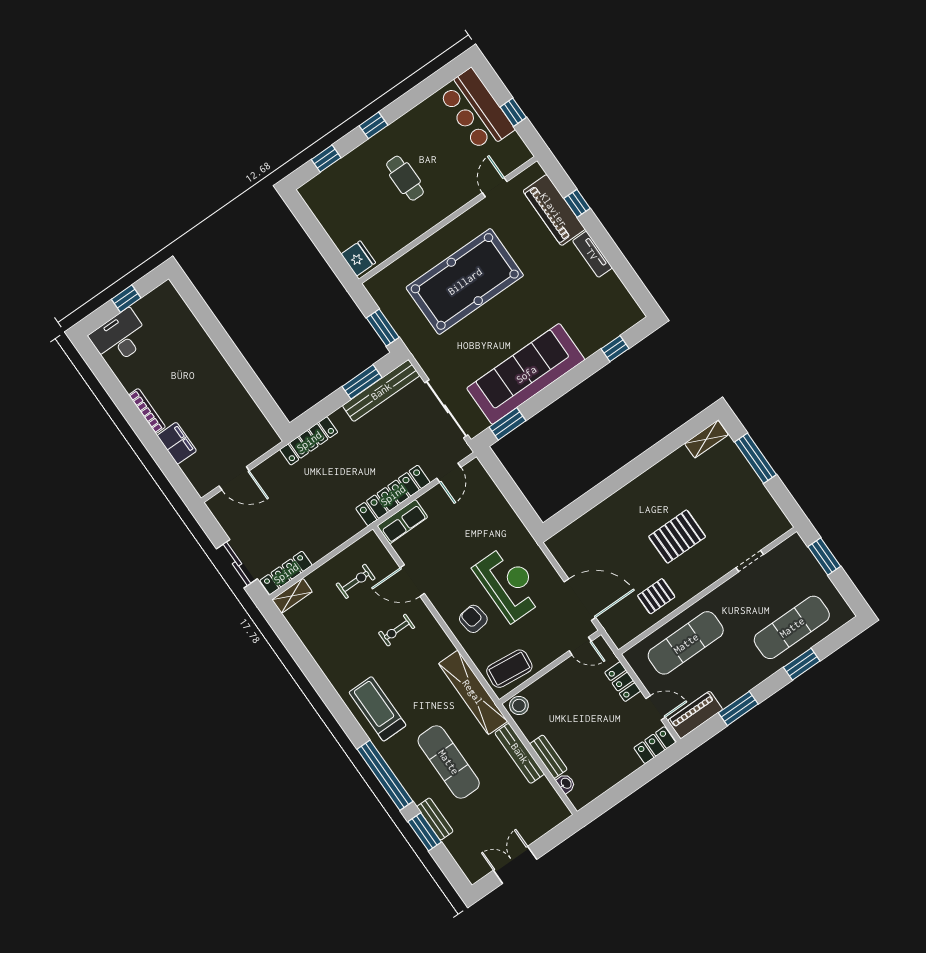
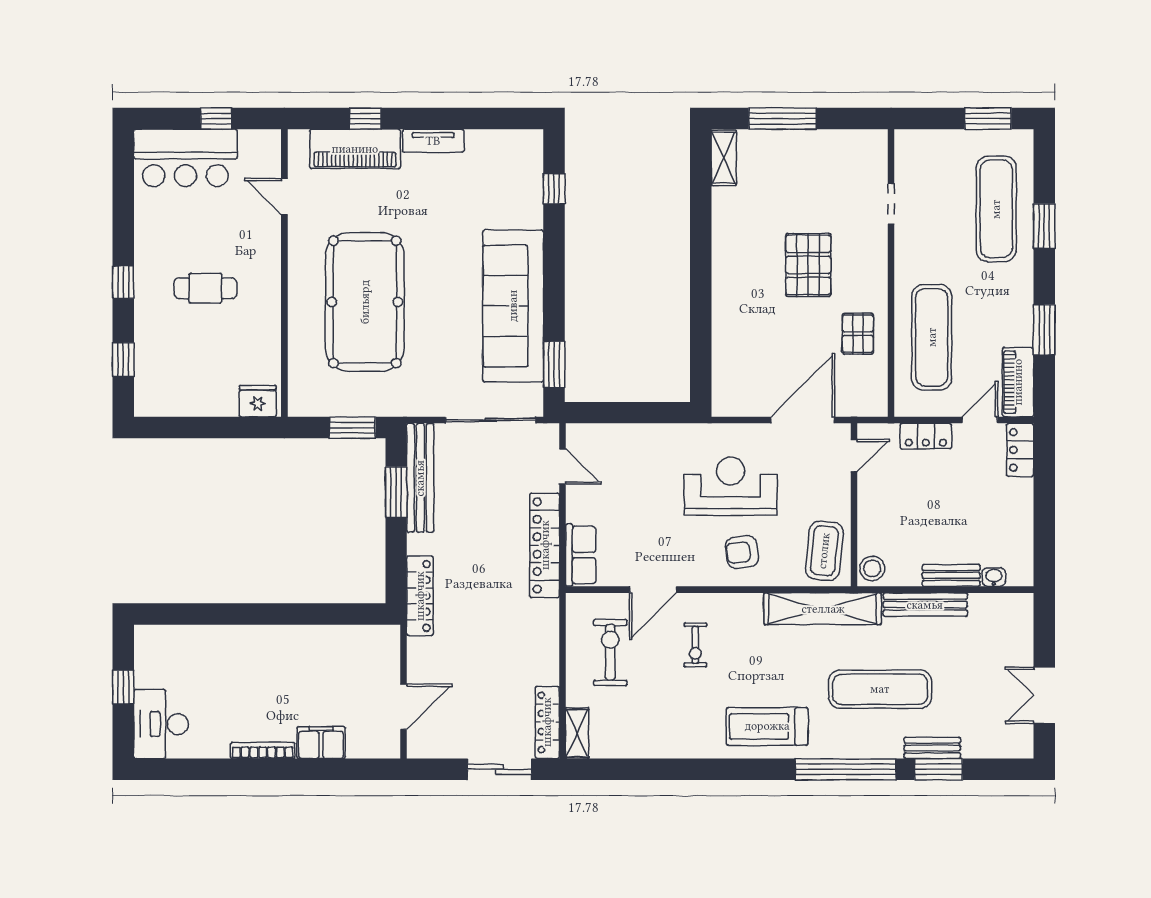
window: (824, 556) -> (988, 119), moved
exercise bike: (356, 581) -> (610, 652), width x1.38, depth x1.39

